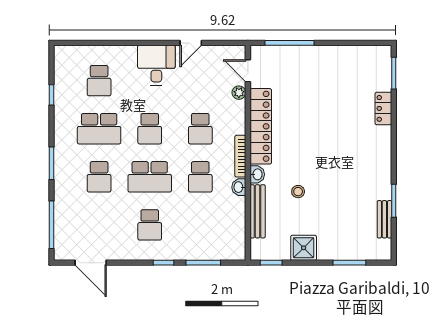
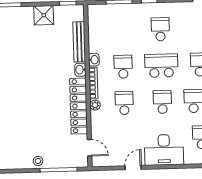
desk: (156, 65) -> (164, 150), width x1.37
plant: (239, 93) -> (95, 105), moved
stool: (298, 192) -> (38, 161), moved

